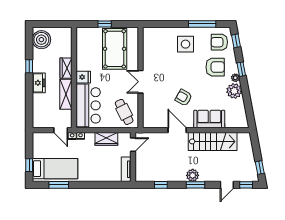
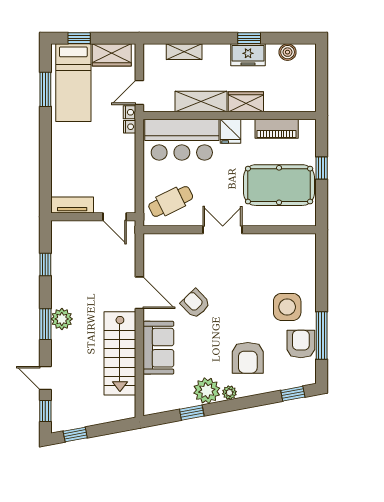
boiler: (41, 40) -> (288, 52), width x0.54, depth x0.54
armchair: (219, 42) -> (301, 344), moved
piano: (82, 50) -> (277, 129), added
window: (241, 69) -> (192, 413), moved
freezer: (39, 83) -> (248, 55), moved
armchair: (184, 98) -> (195, 304), turned -73
shelving: (37, 104) -> (184, 52), added
door: (177, 130) -> (139, 293), hinge flipped
wardrobe: (106, 139) -> (112, 55), moved, turned -90

